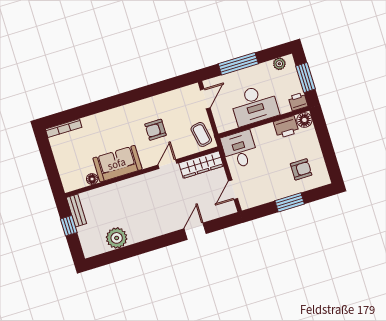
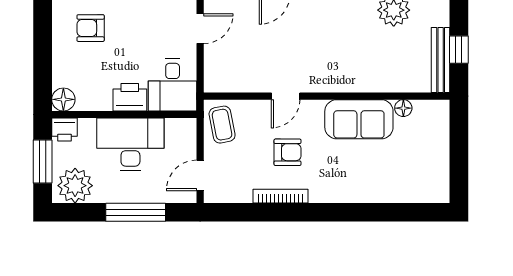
plant: (279, 64) -> (75, 186), width x1.88, depth x1.88
printer: (286, 127) -> (130, 97), moved
bookcase: (64, 128) -> (281, 196), moved
wardrobe: (201, 165) -> (236, 80), removed
bench: (76, 210) -> (441, 60), width x1.36

